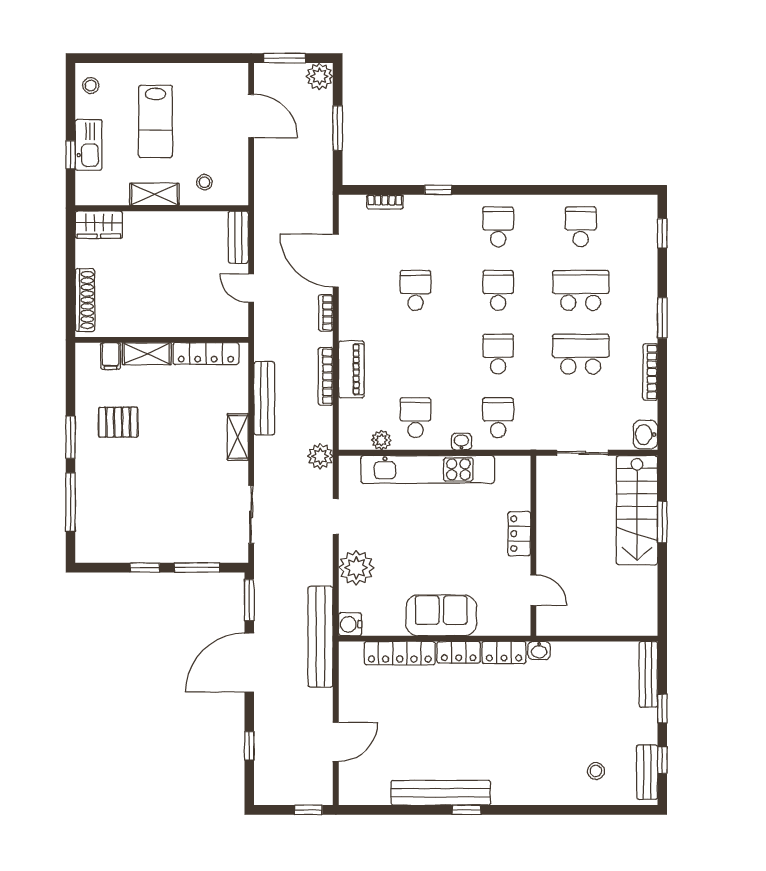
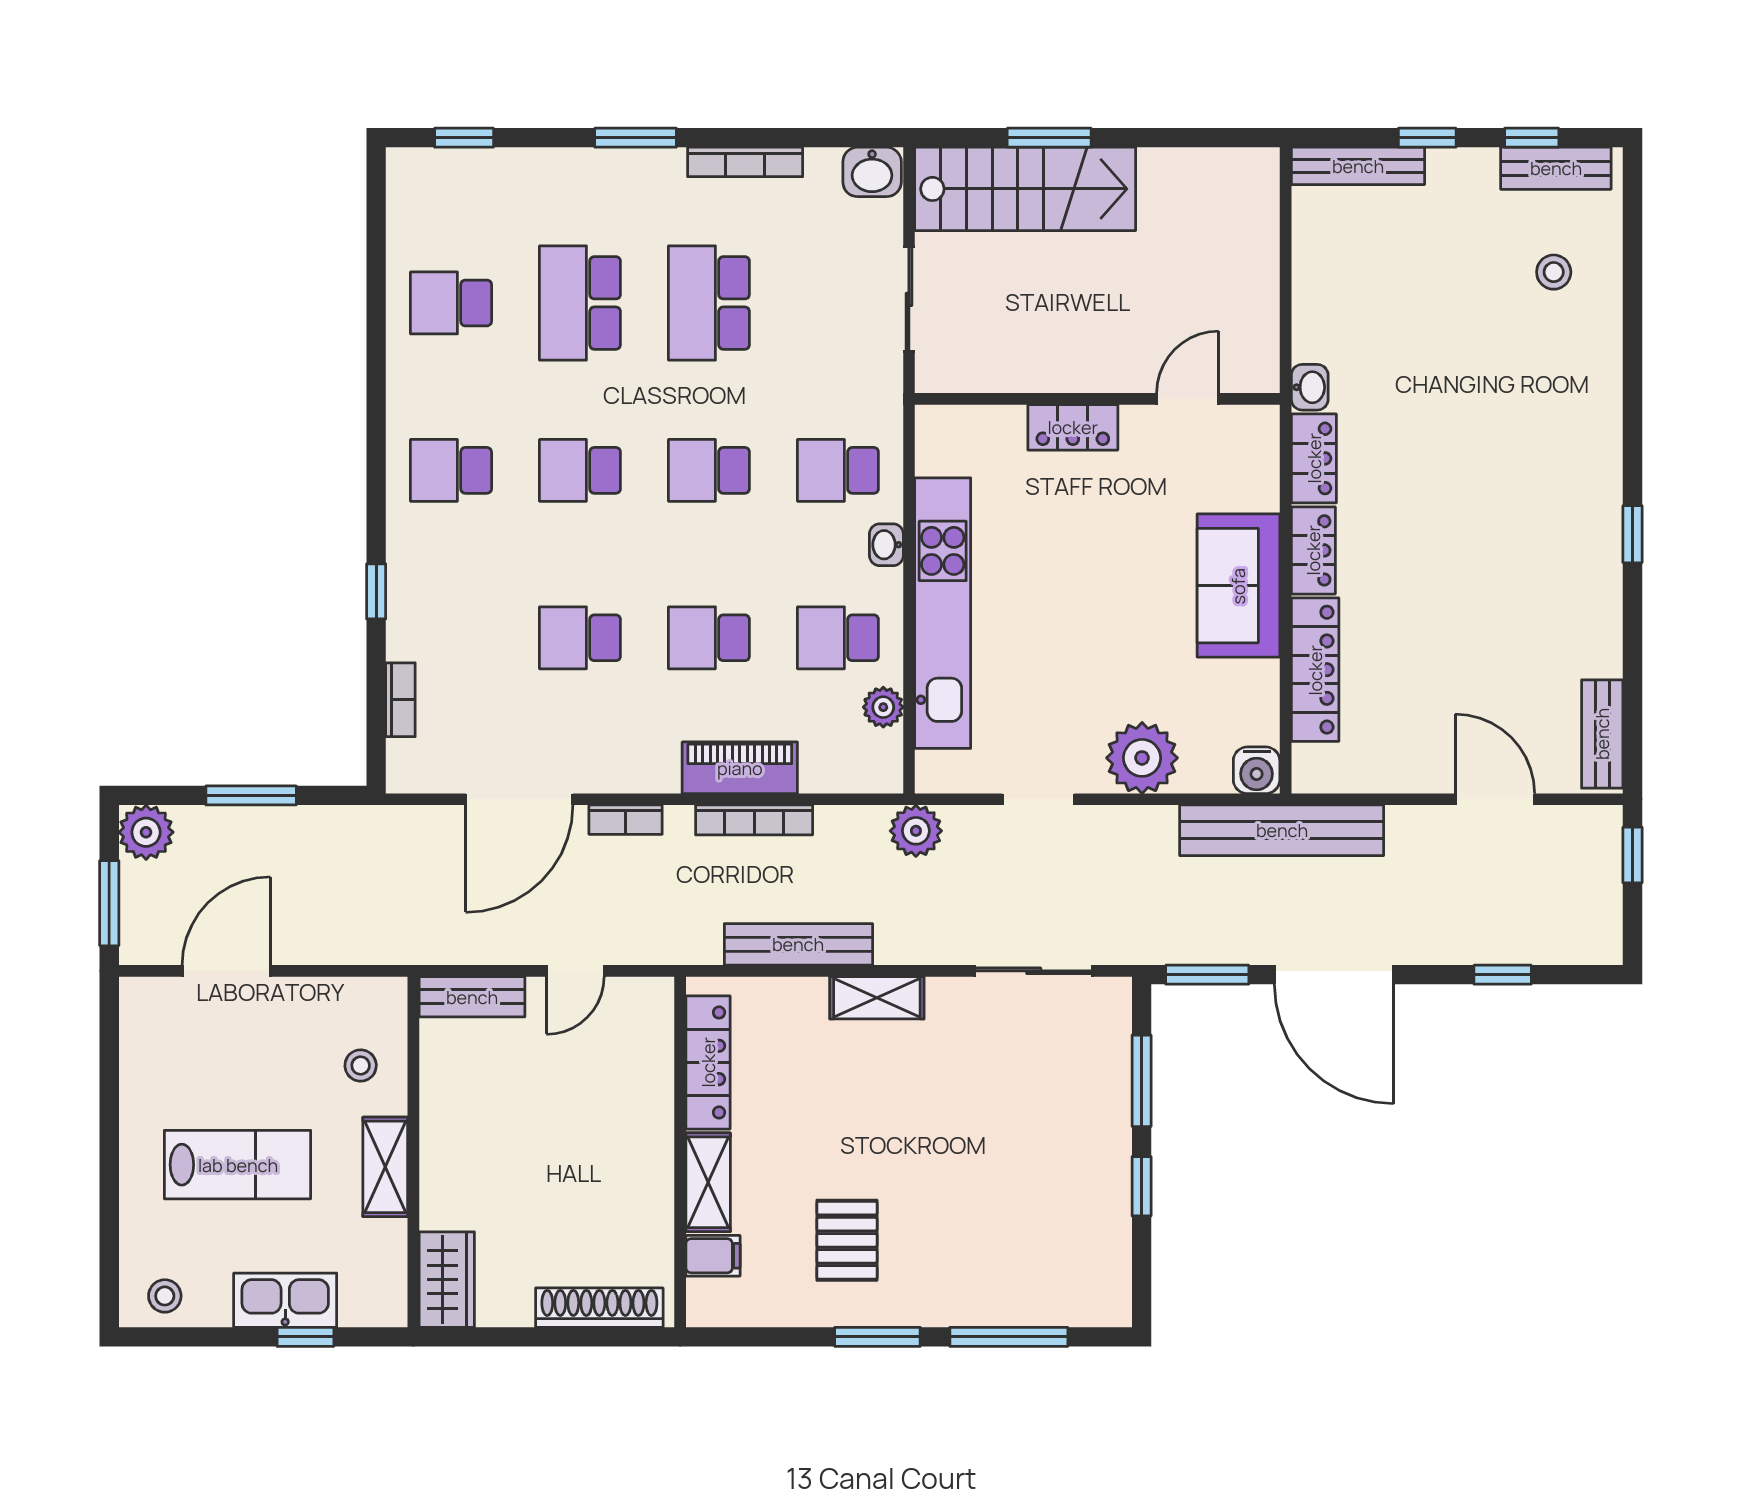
school desk: (415, 354) -> (709, 638), added
bench: (441, 793) -> (1602, 734), moved, width x0.54, depth x0.82

